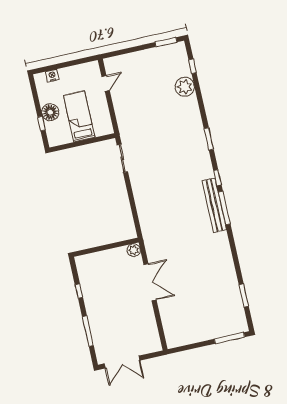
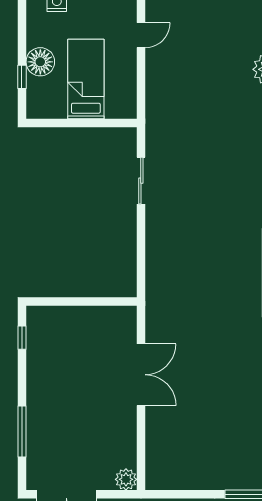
sliding door: (122, 158) -> (141, 181), moved
plant: (134, 250) -> (126, 479), moved
window: (79, 291) -> (22, 338), moved

